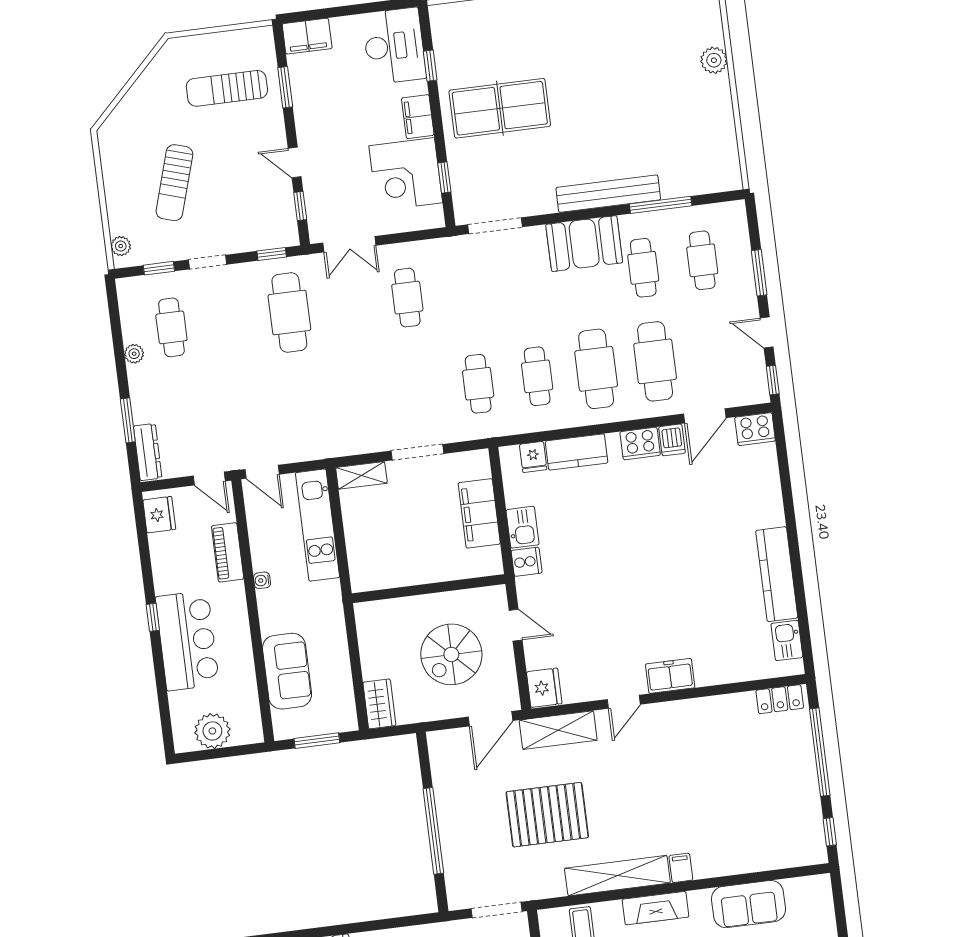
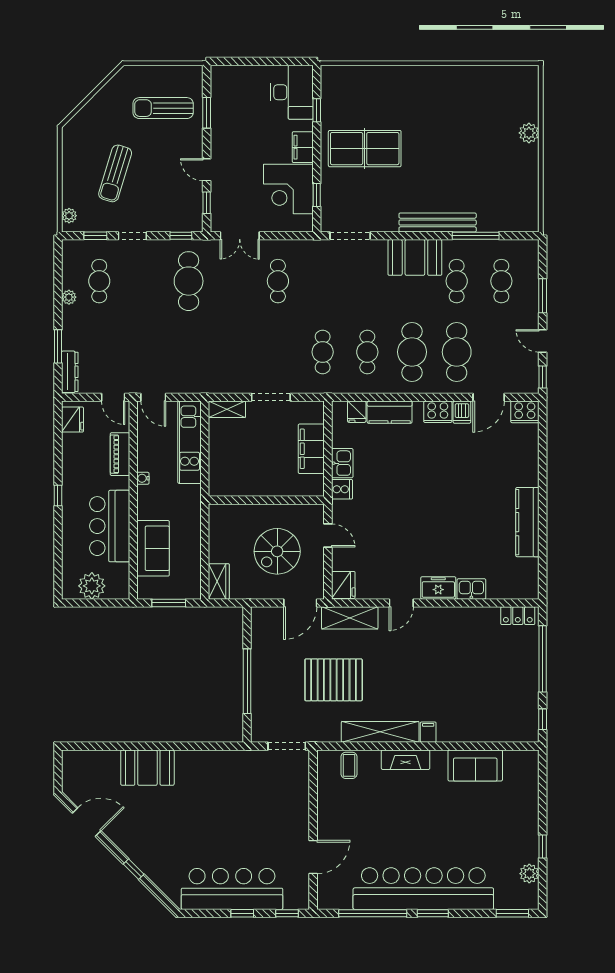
filing cabinet: (307, 36) -> (228, 77), removed
kitchen sink: (787, 640) -> (471, 589), moved, turned 90
bar counter: (187, 641) -> (110, 526), moved, turned 180

